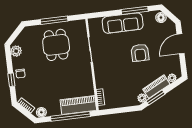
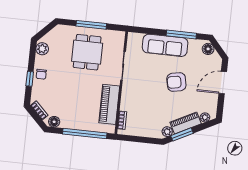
armchair: (140, 53) -> (176, 82), turned 79
piano: (78, 105) -> (109, 104), moved, turned -90

